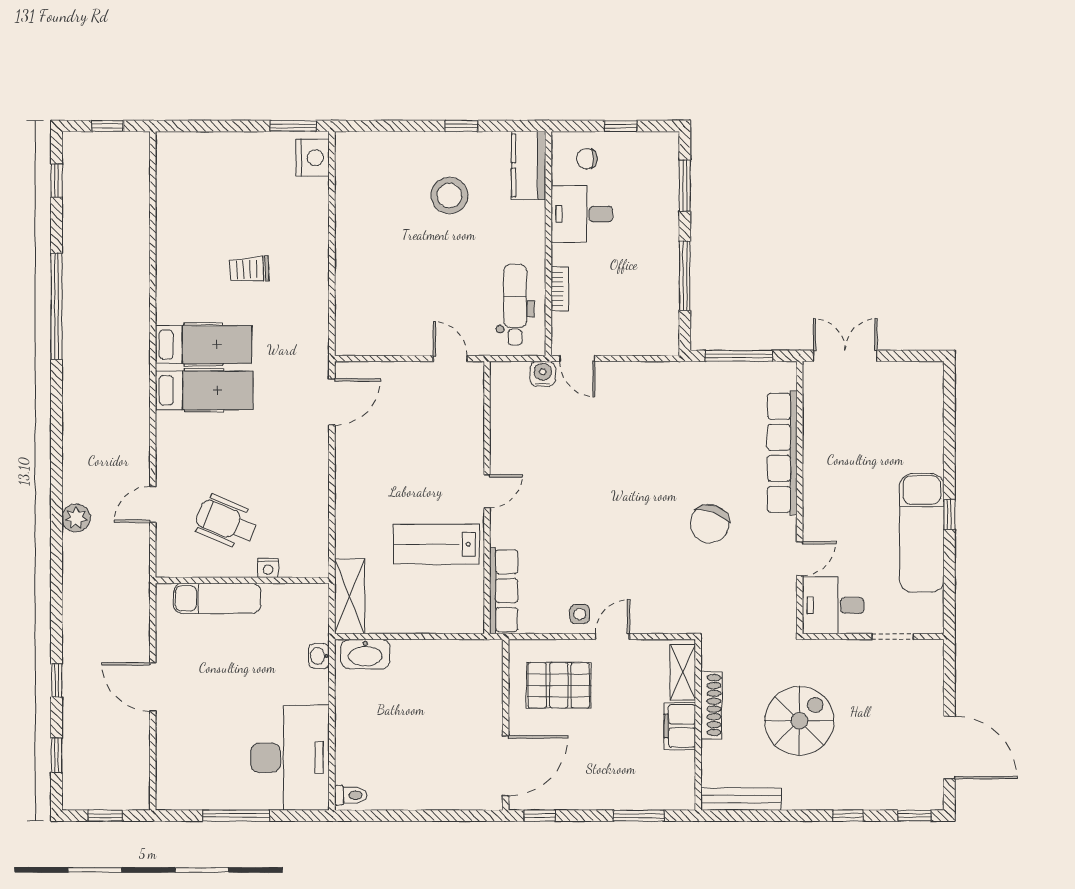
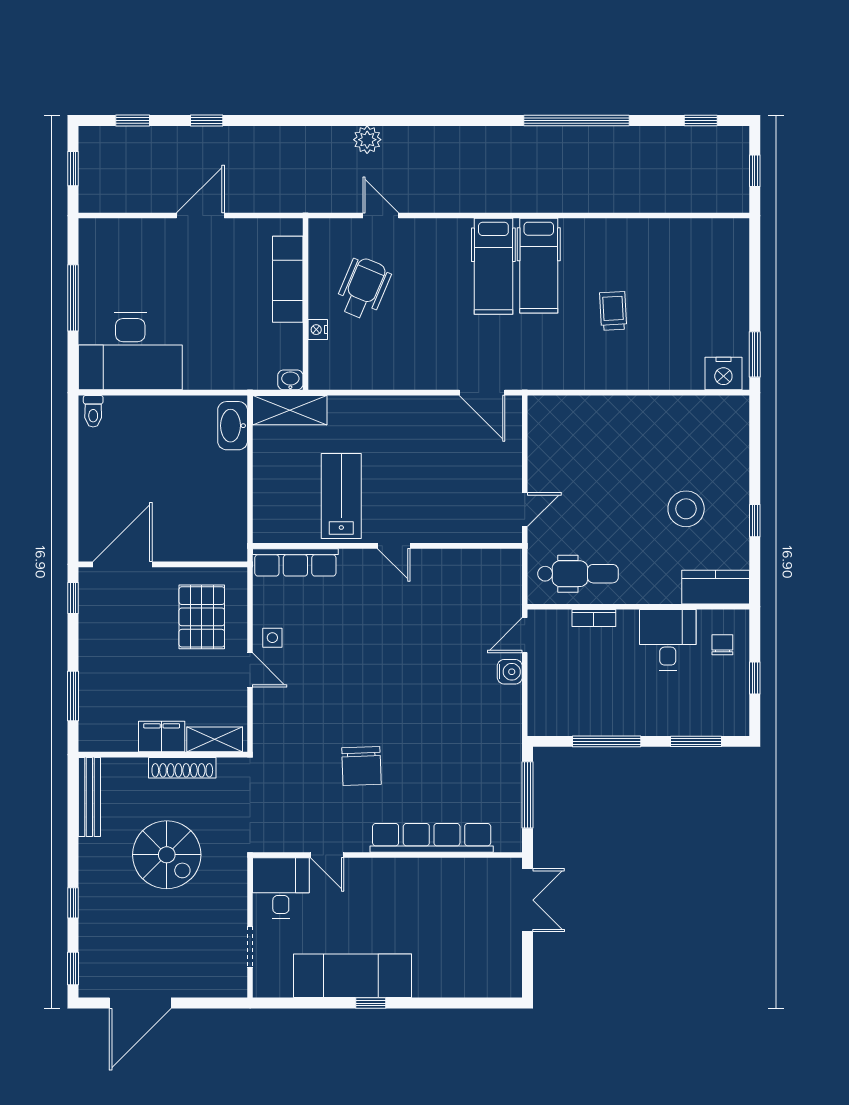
water cooler: (543, 374) -> (510, 672), moved
chair: (710, 524) -> (361, 766), turned -112
washbasin: (319, 656) -> (290, 380), moved
door: (506, 766) -> (122, 564), swing flipped

